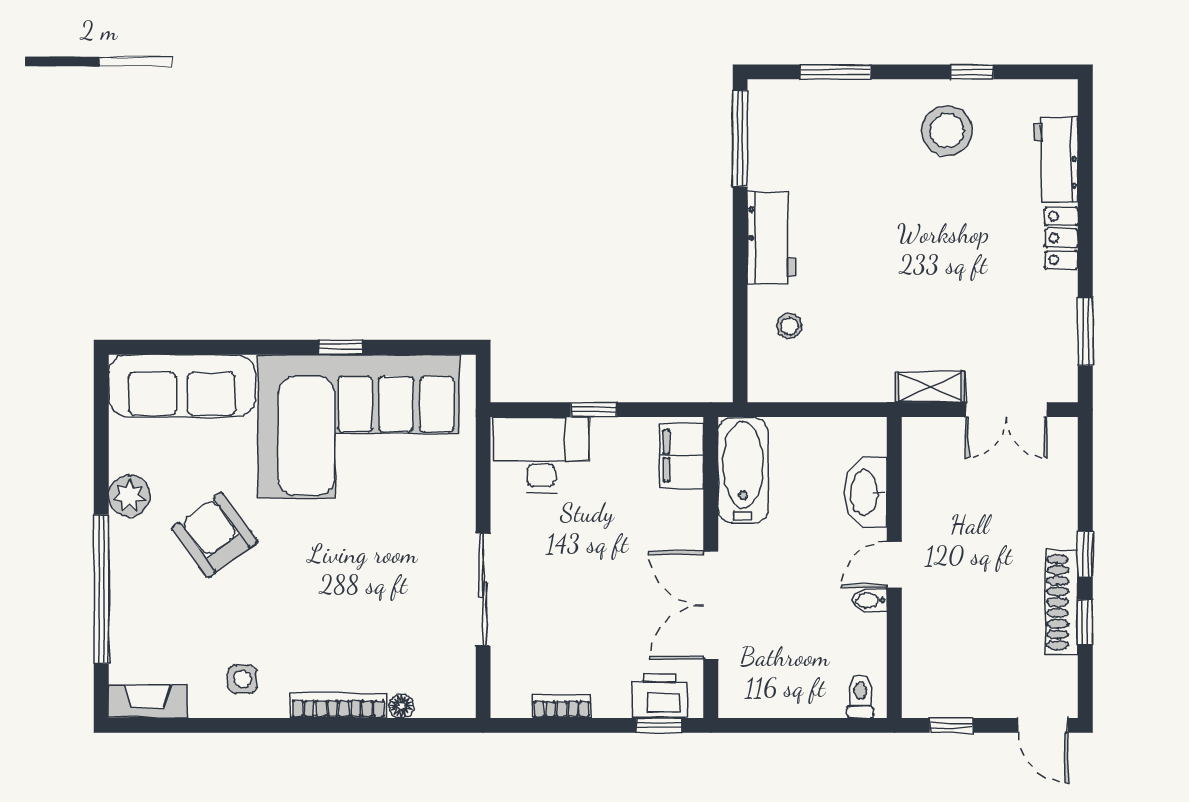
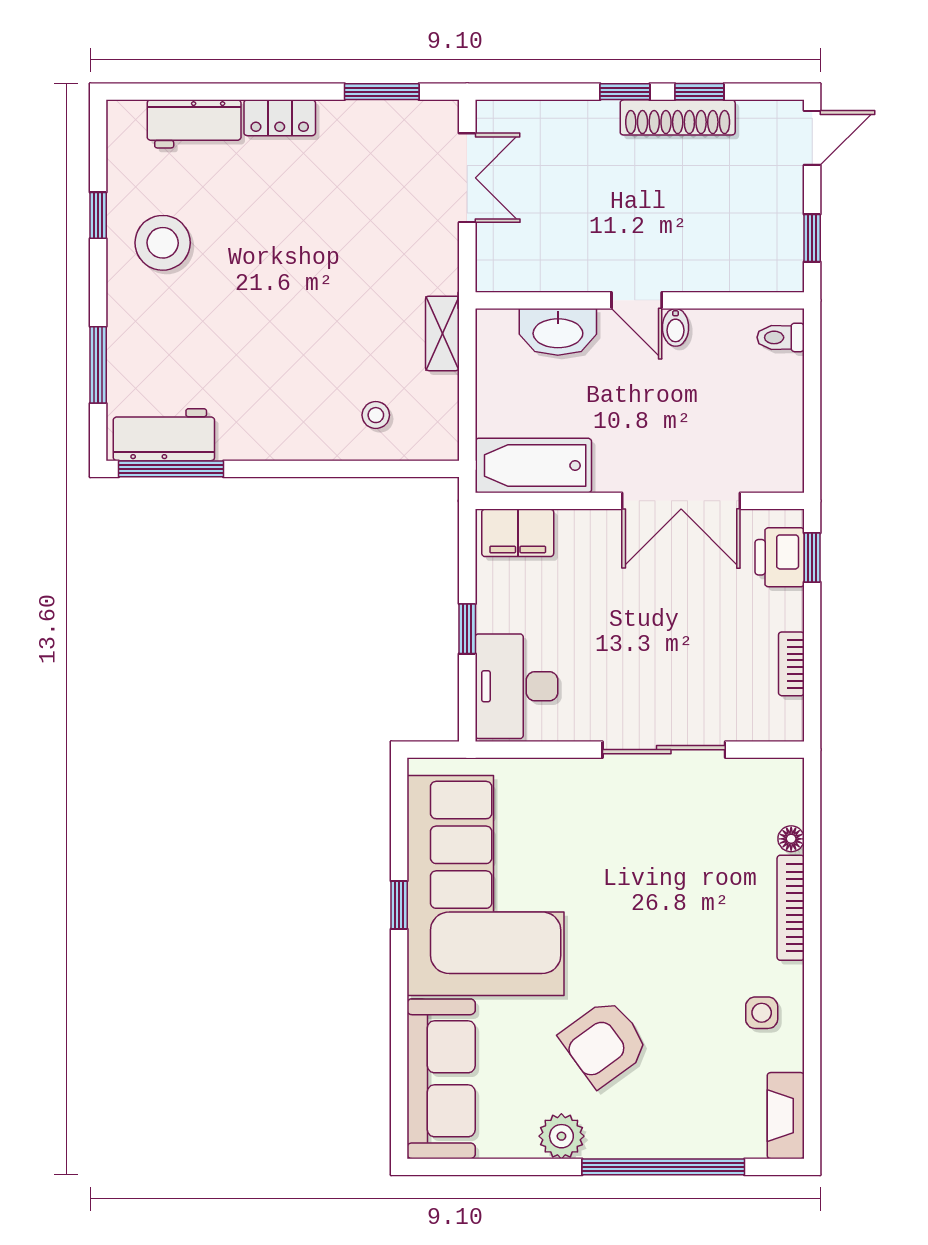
workbench: (771, 237) -> (164, 435), moved
shelving: (930, 387) -> (442, 333), moved

